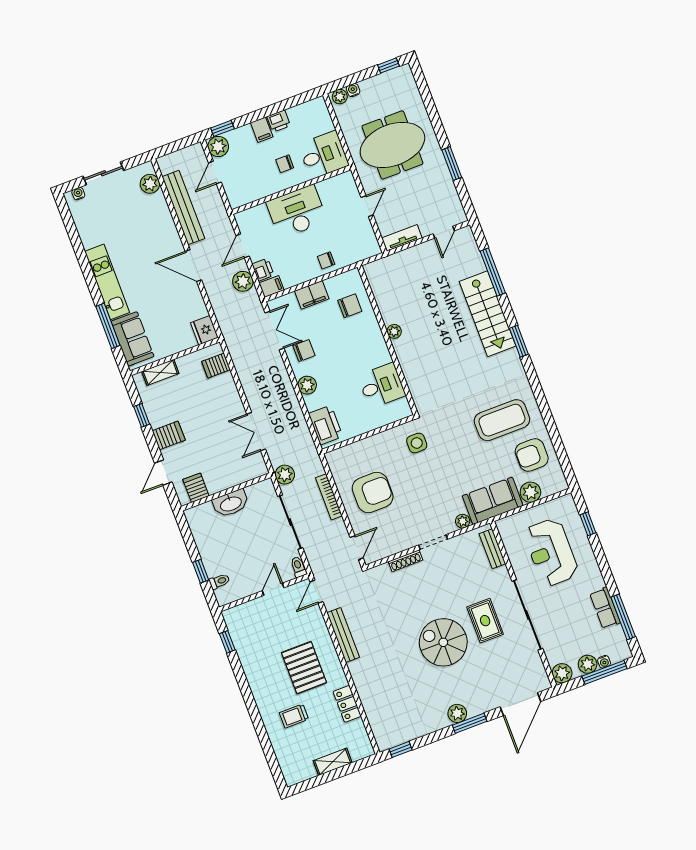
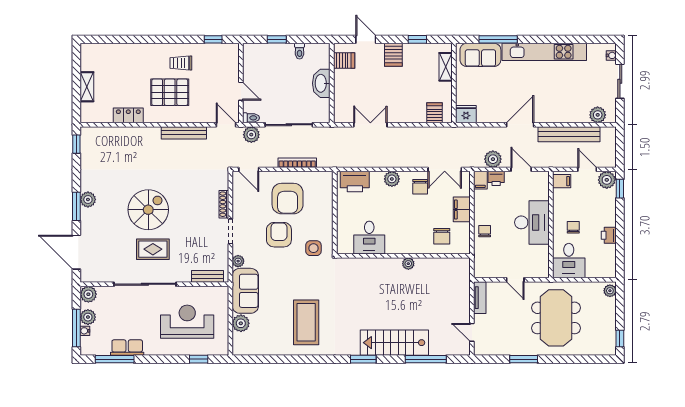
water cooler: (353, 90) -> (611, 303), removed
filing cabinet: (262, 130) -> (562, 181), moved, turned 180
kitchen unit: (107, 282) -> (544, 52), width x1.36
armchair: (532, 455) -> (279, 235), moved
plant: (285, 475) -> (251, 135), moved
toilet: (219, 581) -> (300, 51), moved
trolley: (294, 716) -> (181, 63), moved, turned -90

